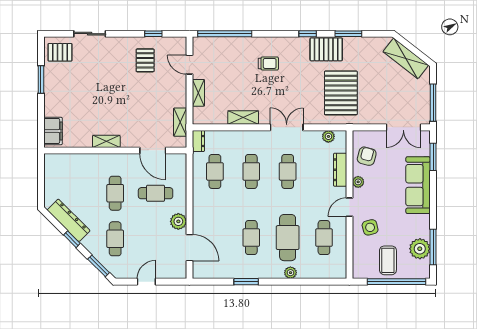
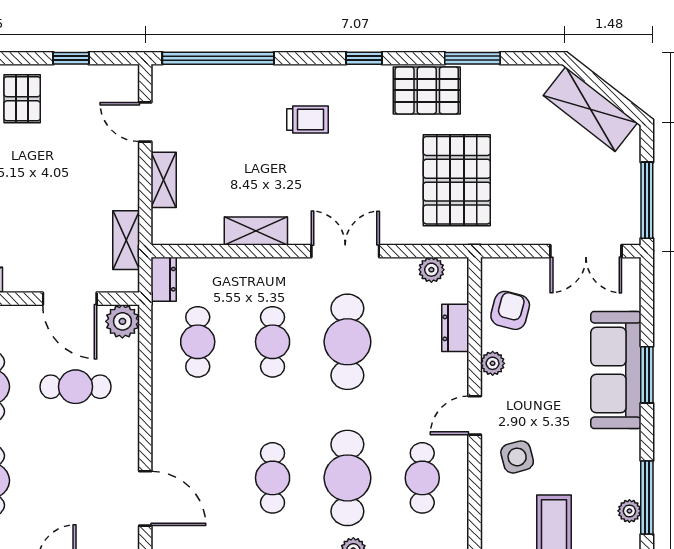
window: (308, 34) -> (364, 58), moved
pallet: (145, 60) -> (22, 99), moved
window: (433, 157) -> (647, 375), moved
dresser: (340, 170) -> (455, 328), width x0.70
cafe table: (288, 171) -> (347, 342), width x1.37, depth x1.35
plant: (178, 221) -> (122, 321), moved
plant: (420, 249) -> (629, 511), width x0.53, depth x0.53

